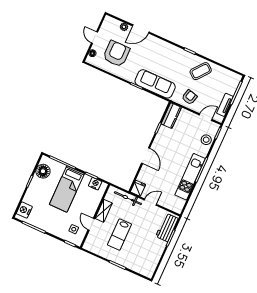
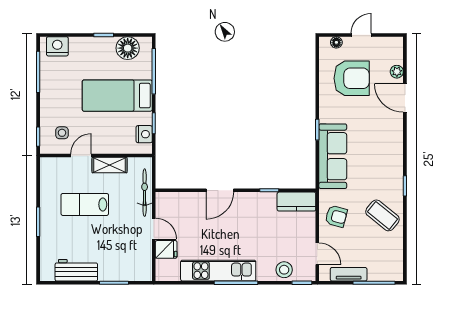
fridge: (138, 188) -> (166, 249), moved
workbench: (167, 227) -> (76, 270), moved

